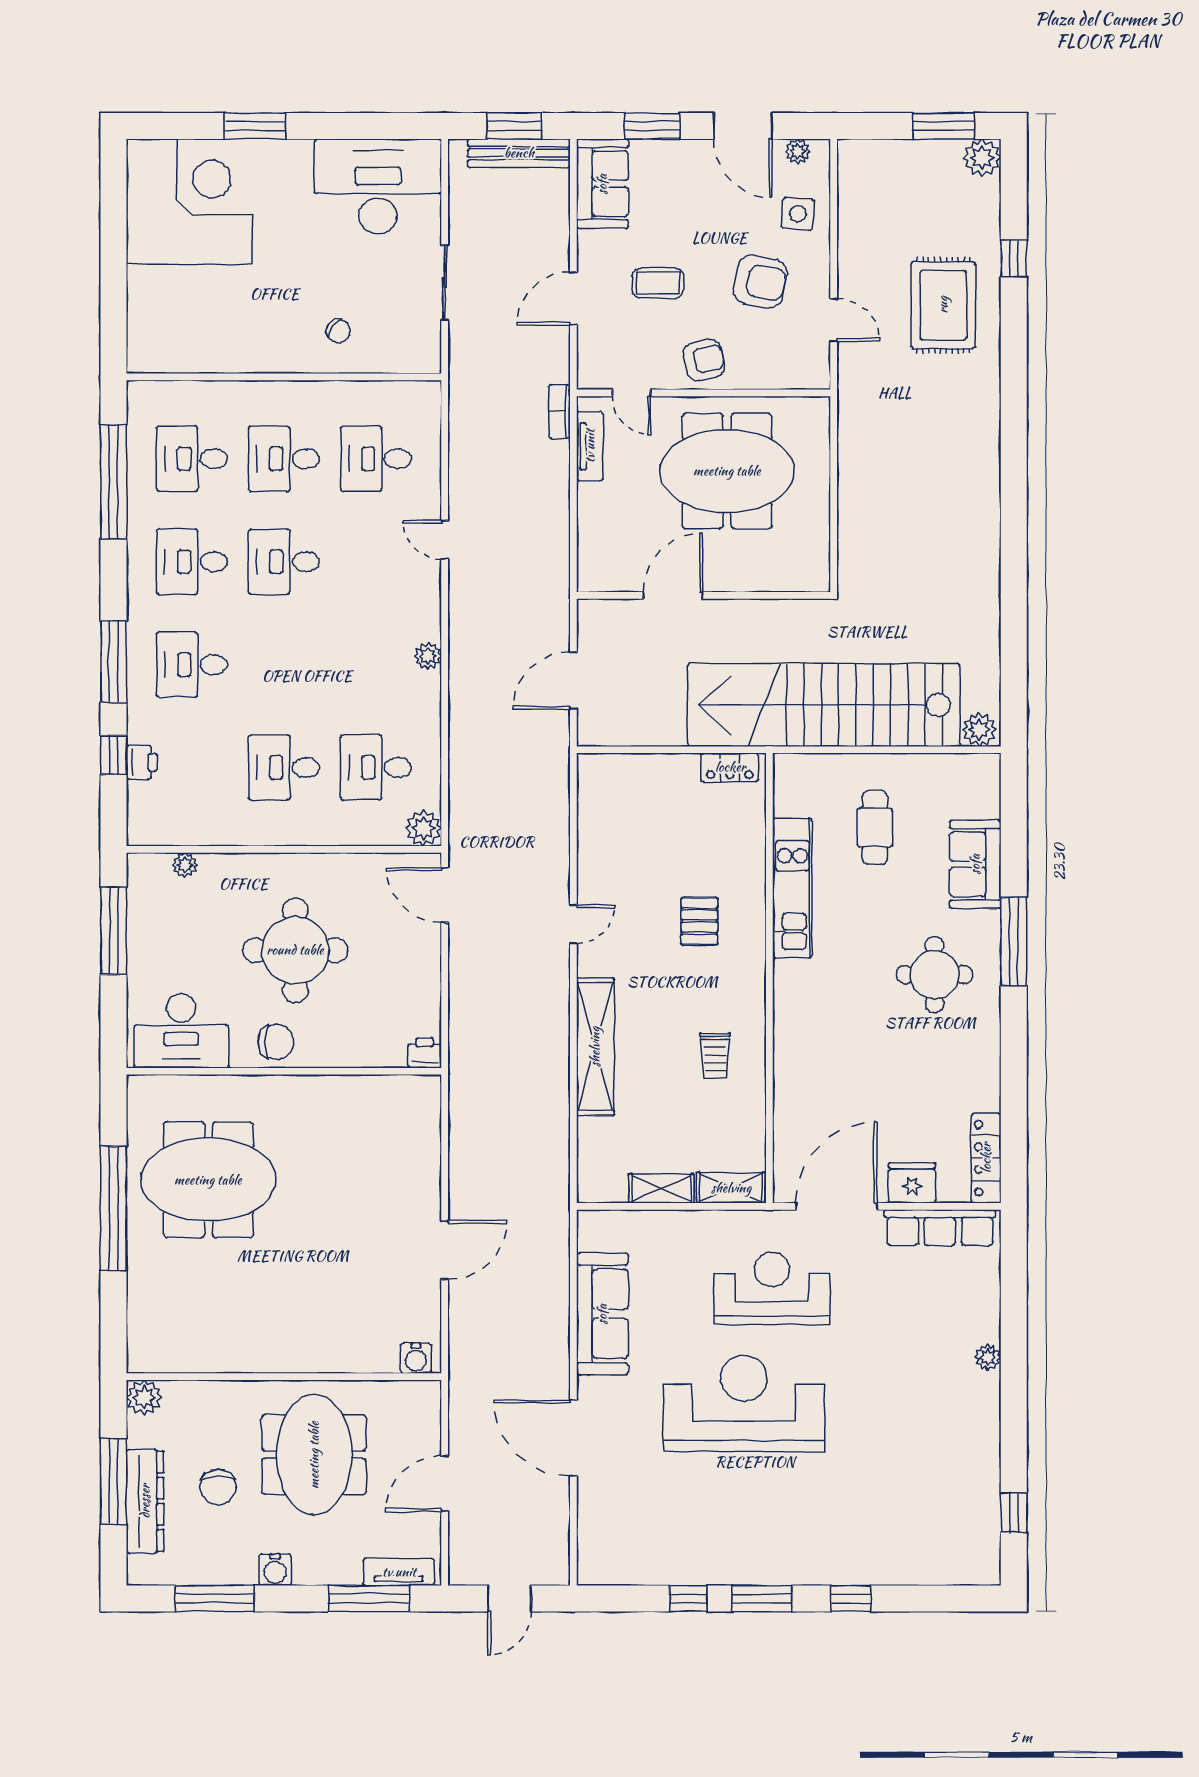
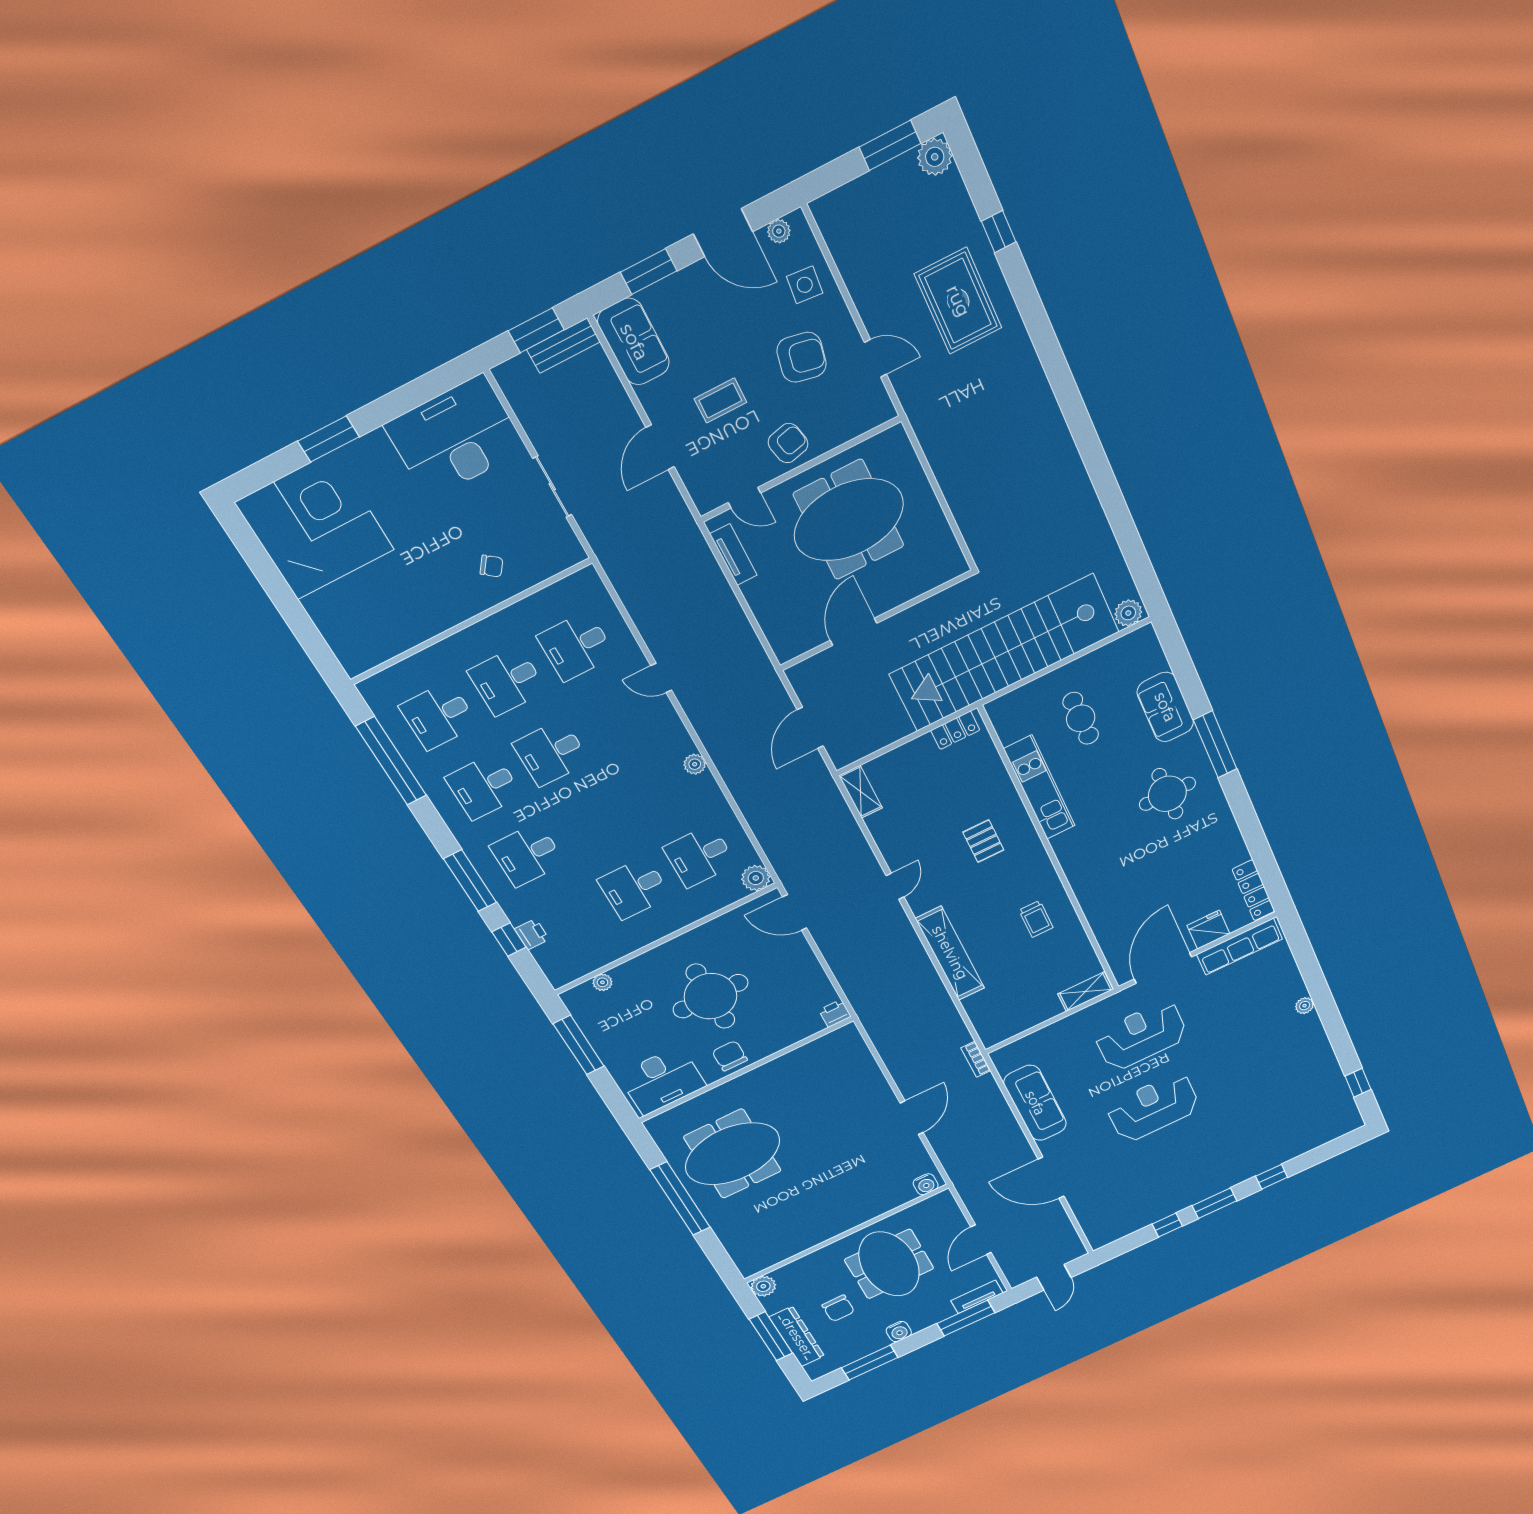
bench: (519, 153) -> (563, 346), width x0.73
bookcase: (559, 411) -> (976, 1059), moved
chair: (276, 1042) -> (730, 1056), turned -90
shelving: (661, 1188) -> (861, 792), moved, turned 90
reception desk: (744, 1403) -> (1153, 1107), width x0.74, depth x0.77

